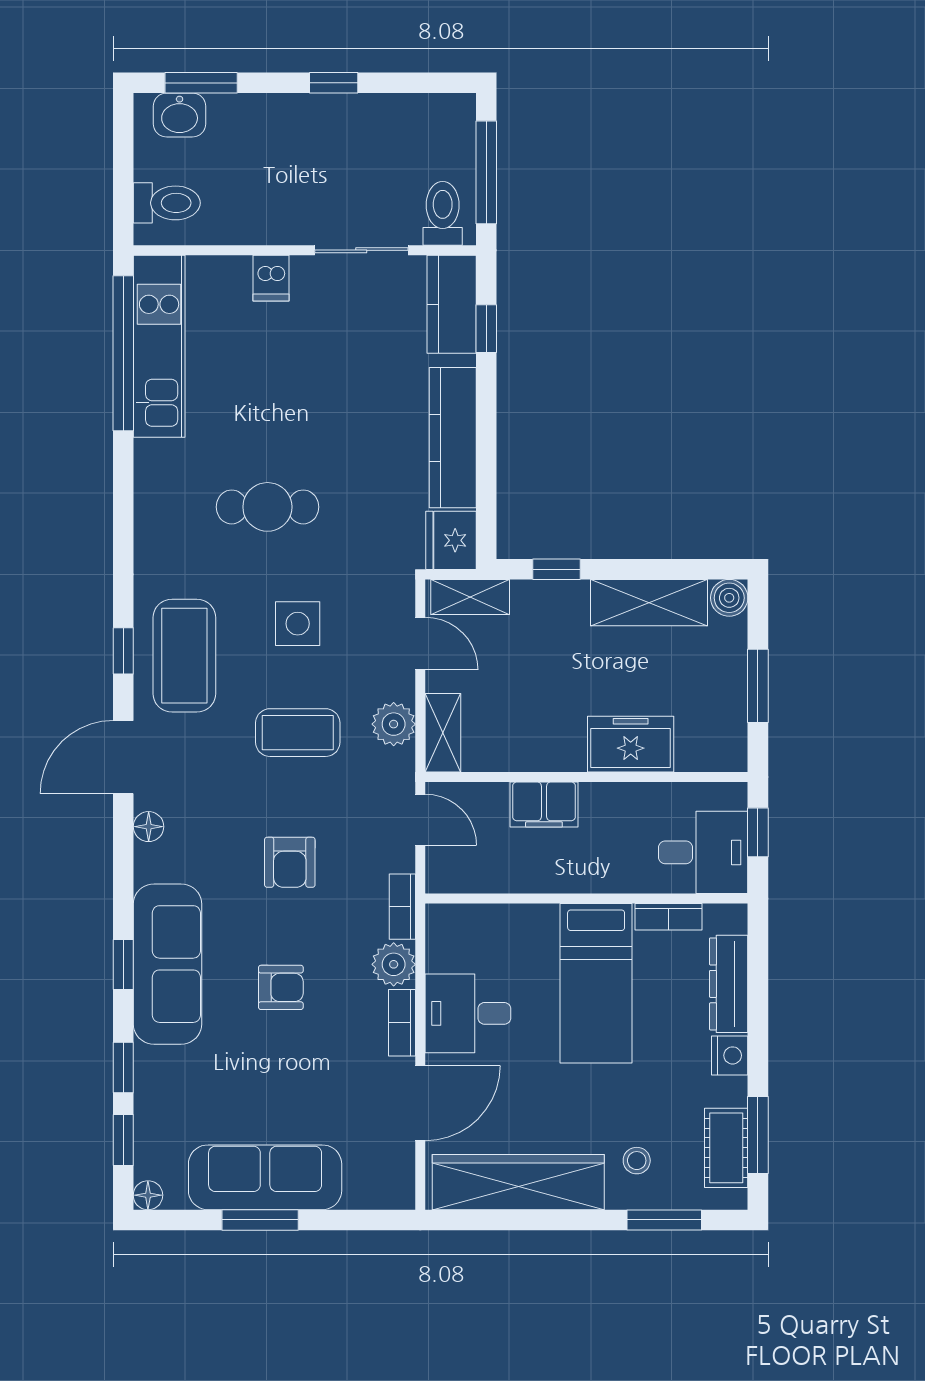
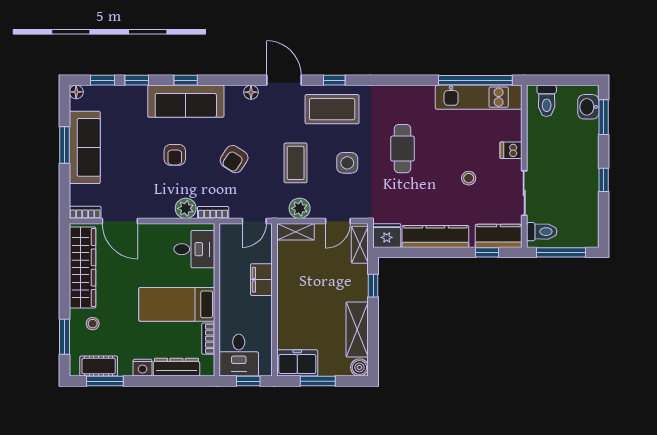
stool: (330, 367) -> (469, 178), added
freezer: (631, 744) -> (297, 363), moved, turned -90
armchair: (290, 862) -> (234, 159), turned -57
desk: (468, 1013) -> (194, 249), moved, turned 90
bookcase: (402, 1023) -> (85, 212), moved

